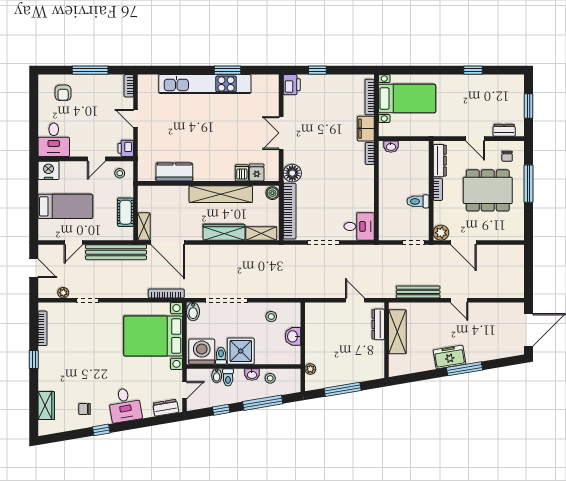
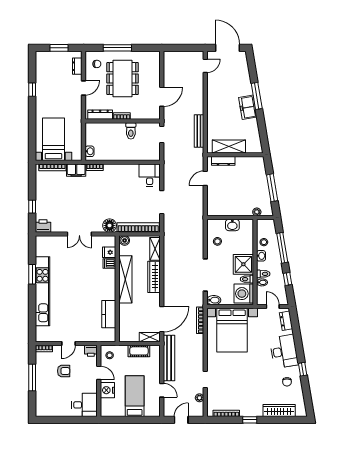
armchair: (63, 93) -> (64, 371), moved
nightstand: (48, 170) -> (107, 390), moved
plant: (441, 233) -> (154, 114), removed
door: (459, 300) -> (205, 66), moved
desk: (125, 405) -> (284, 351), width x1.37
wardrobe: (46, 406) -> (279, 411), width x1.50

